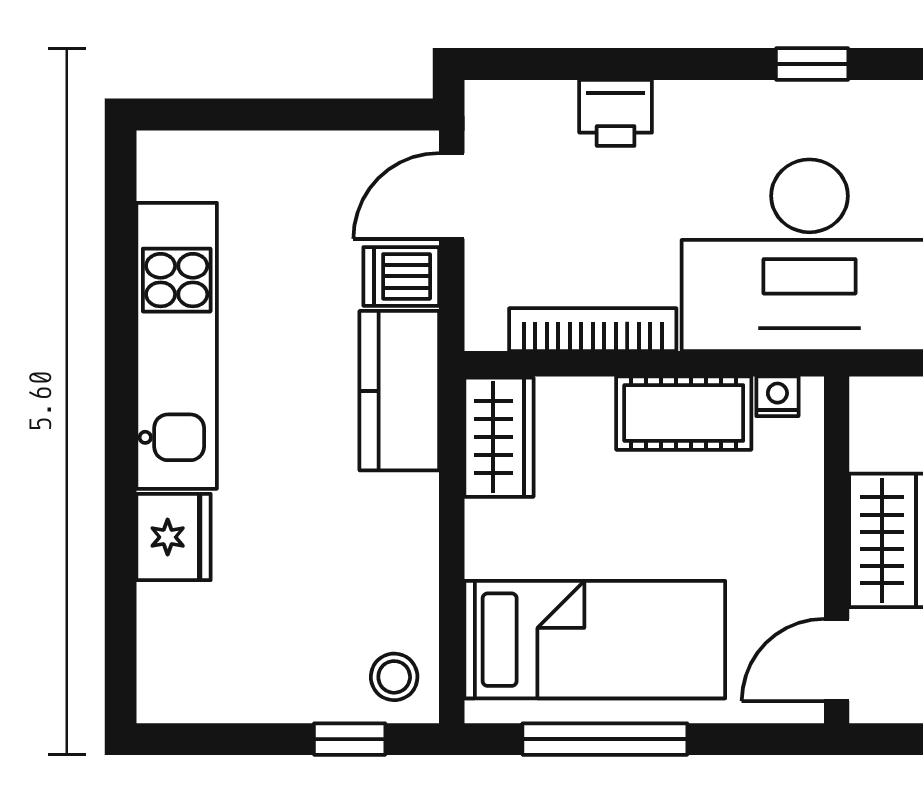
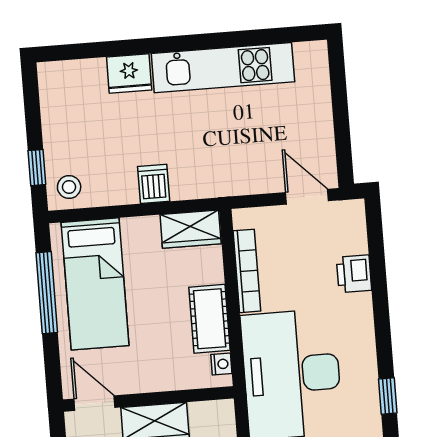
window: (812, 64) -> (388, 396), moved
dishwasher: (401, 276) -> (154, 184), moved
kitchen counter: (399, 391) -> (210, 178), removed

